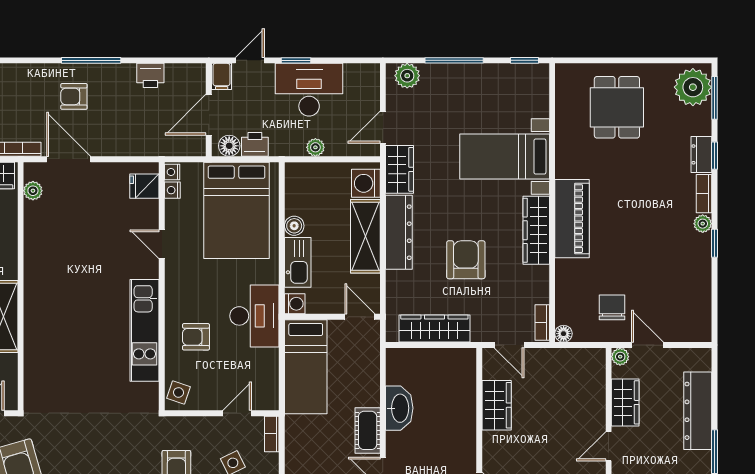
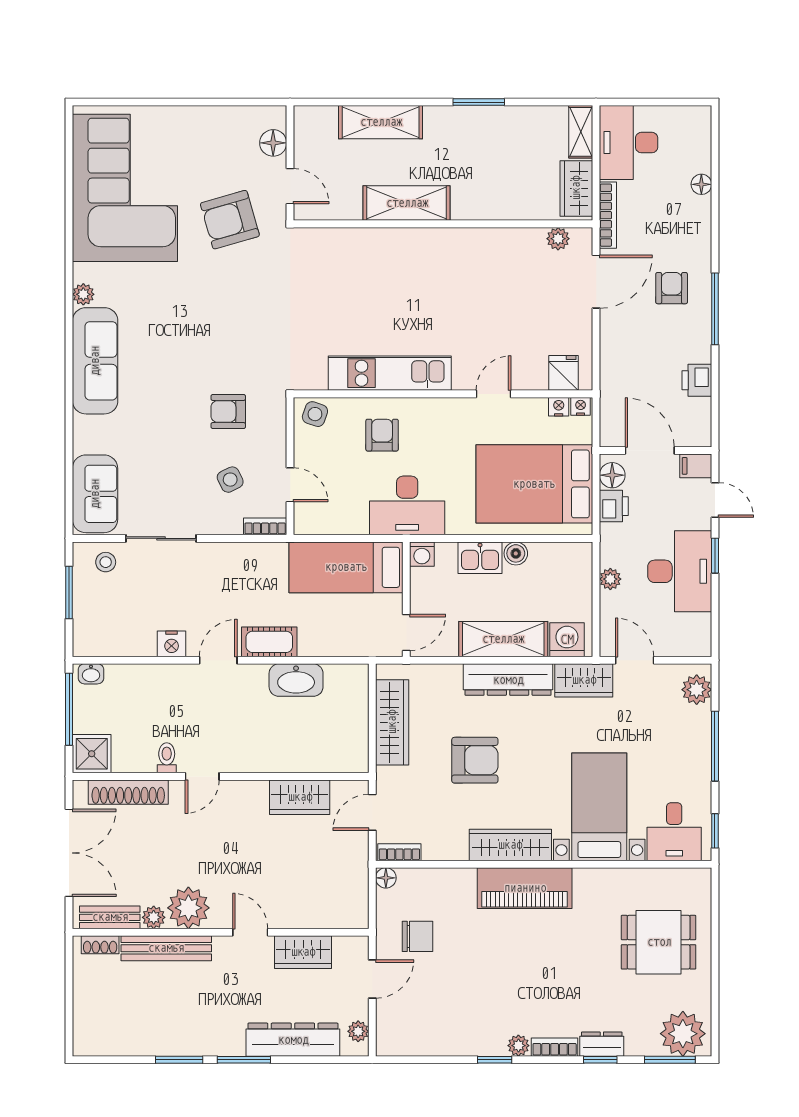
desk: (525, 94) -> (674, 832), added
kitchen sink: (298, 262) -> (480, 558), width x0.73
plant: (620, 357) -> (358, 1031), moved

